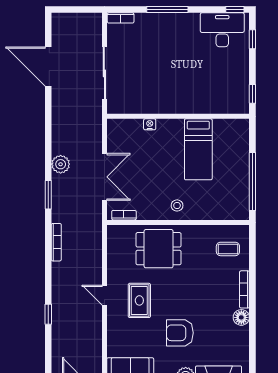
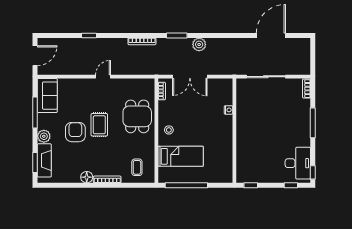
bed: (198, 149) -> (181, 156), moved, turned 180
rug: (139, 300) -> (99, 125), moved, turned 90

